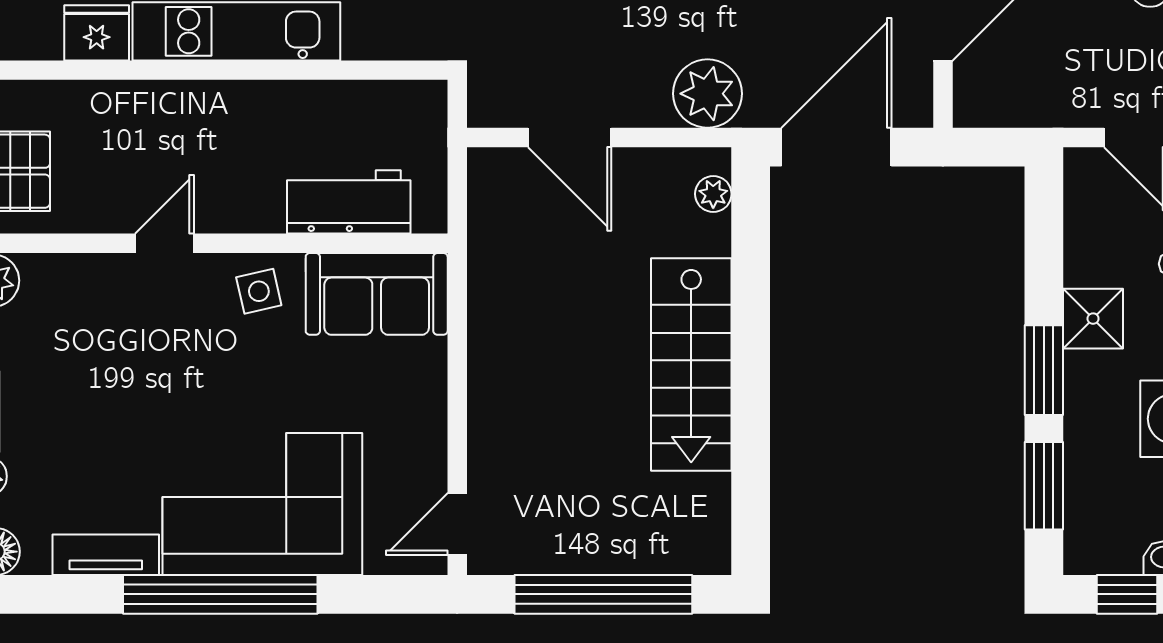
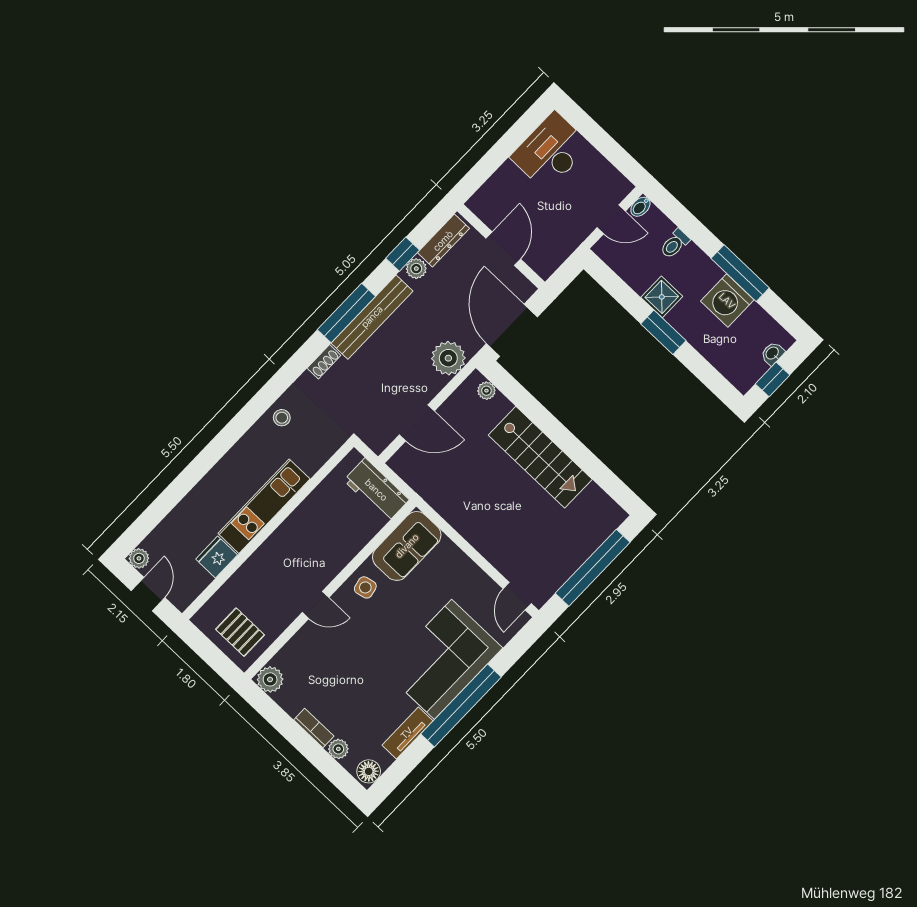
workbench: (349, 202) -> (376, 490), moved, turned -90
door: (164, 243) -> (316, 605), swing flipped
window: (1044, 486) -> (705, 372), removed

